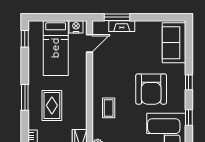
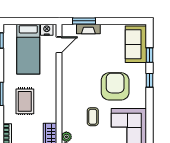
armchair: (151, 89) -> (115, 86), turned 180
coffee table: (109, 108) -> (93, 117), moved
window: (189, 118) -> (149, 55), moved

